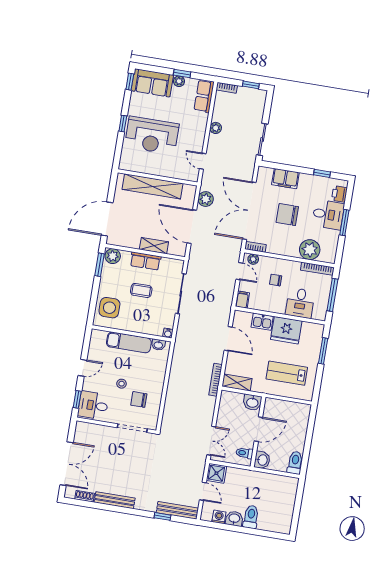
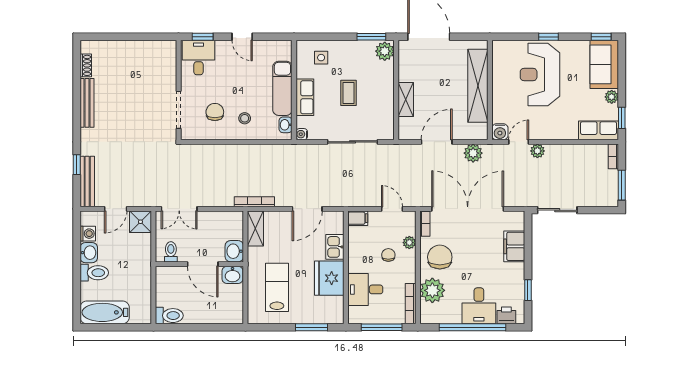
window: (182, 73) -> (622, 118), moved
window: (251, 85) -> (622, 185), width x1.50
plant: (216, 128) -> (537, 151), moved
water cooler: (192, 175) -> (500, 132), added
chair: (287, 215) -> (440, 257), moved
window: (344, 223) -> (473, 327), width x2.11
door: (192, 227) -> (437, 142), width x0.73
plant: (253, 259) -> (409, 243), moved
row of seats: (145, 261) -> (305, 97), moved, turned 180
door: (239, 271) -> (392, 209), swing flipped
side table: (109, 308) -> (321, 58), width x0.54, depth x0.54
stool: (122, 384) -> (245, 118), moved
washbasin: (262, 460) -> (232, 275), moved
double door: (67, 464) -> (122, 37), removed
bathtub: (284, 514) -> (105, 312), added

